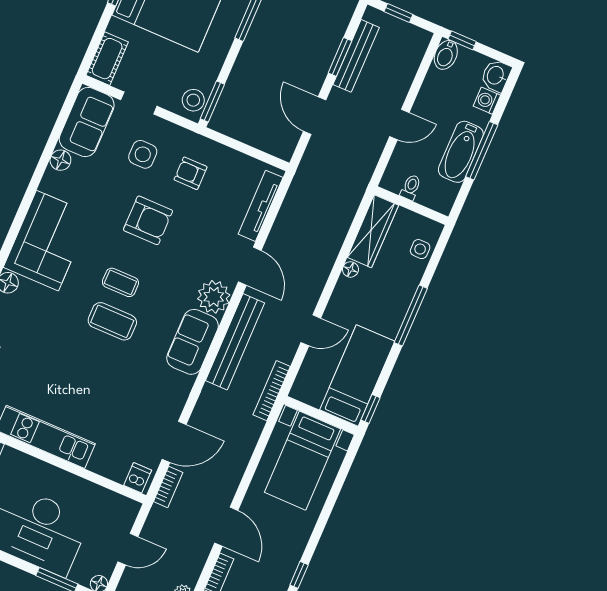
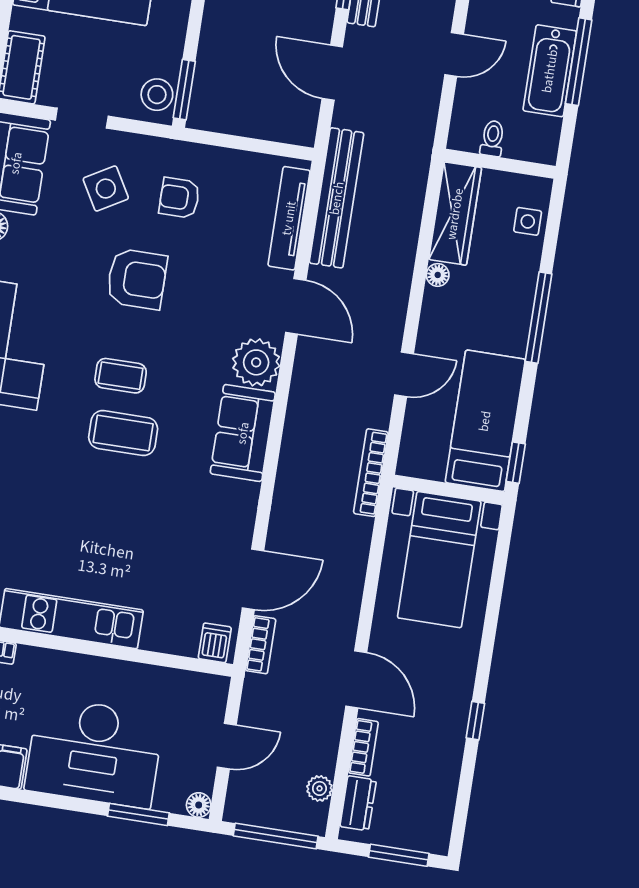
side table: (143, 154) -> (106, 189), turned -30
bench: (235, 342) -> (337, 198), moved

